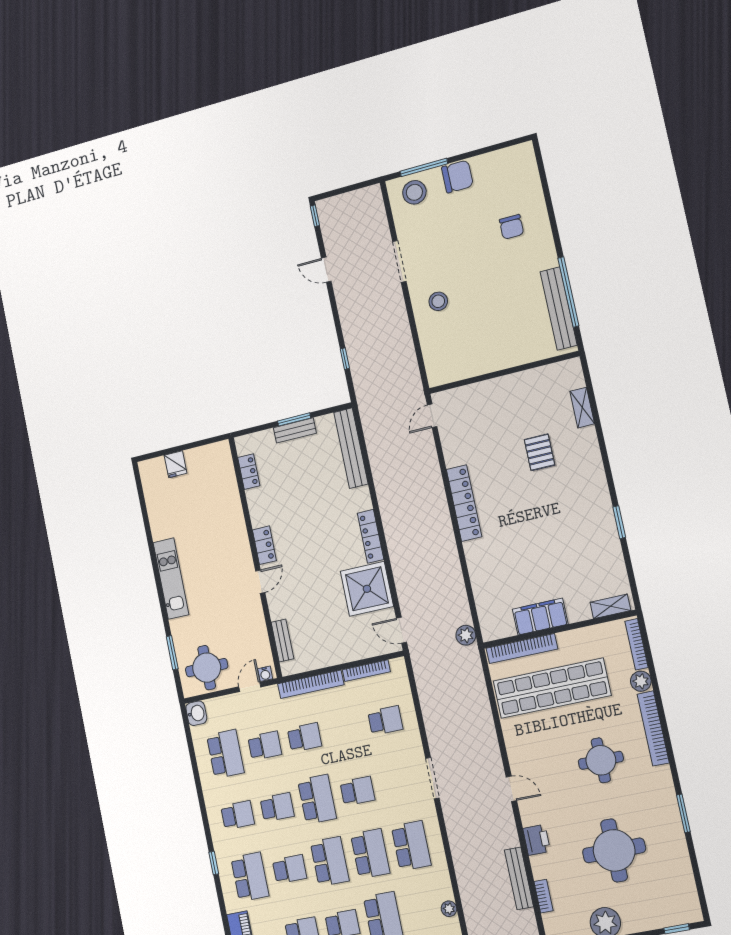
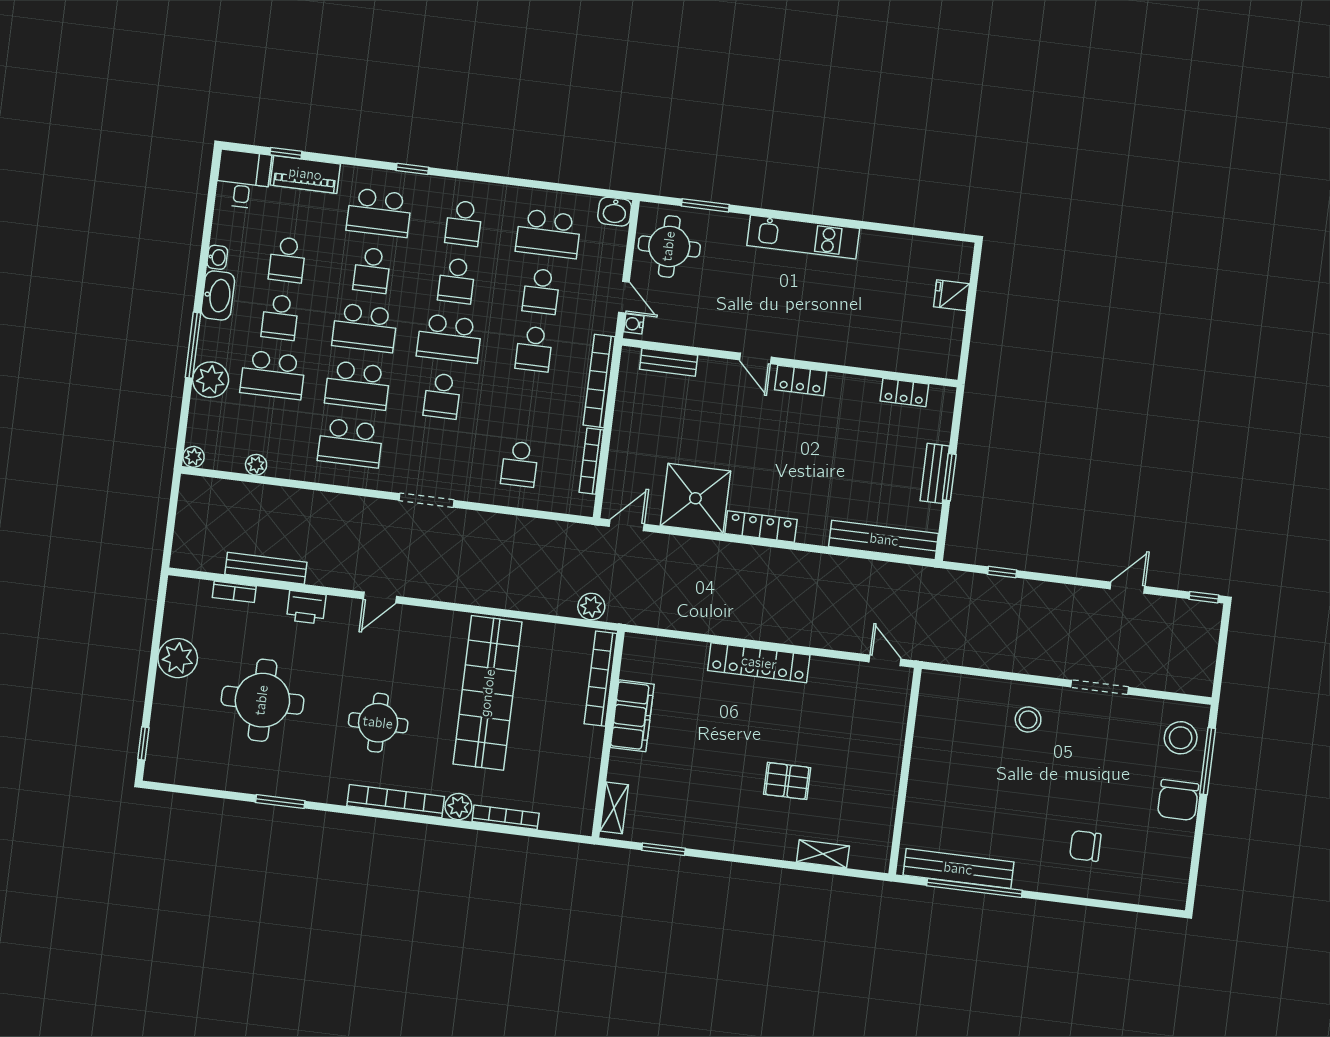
shelving: (610, 606) -> (614, 808), moved
filing cabinet: (540, 617) -> (632, 716), moved
wall: (559, 629) -> (608, 734), moved
bookcase: (522, 649) -> (601, 679), moved

